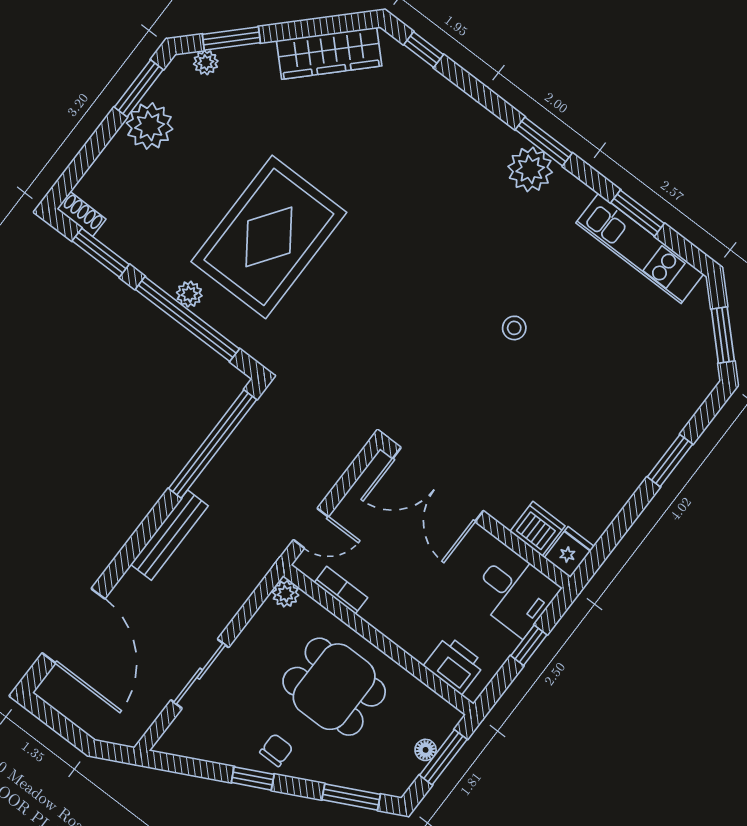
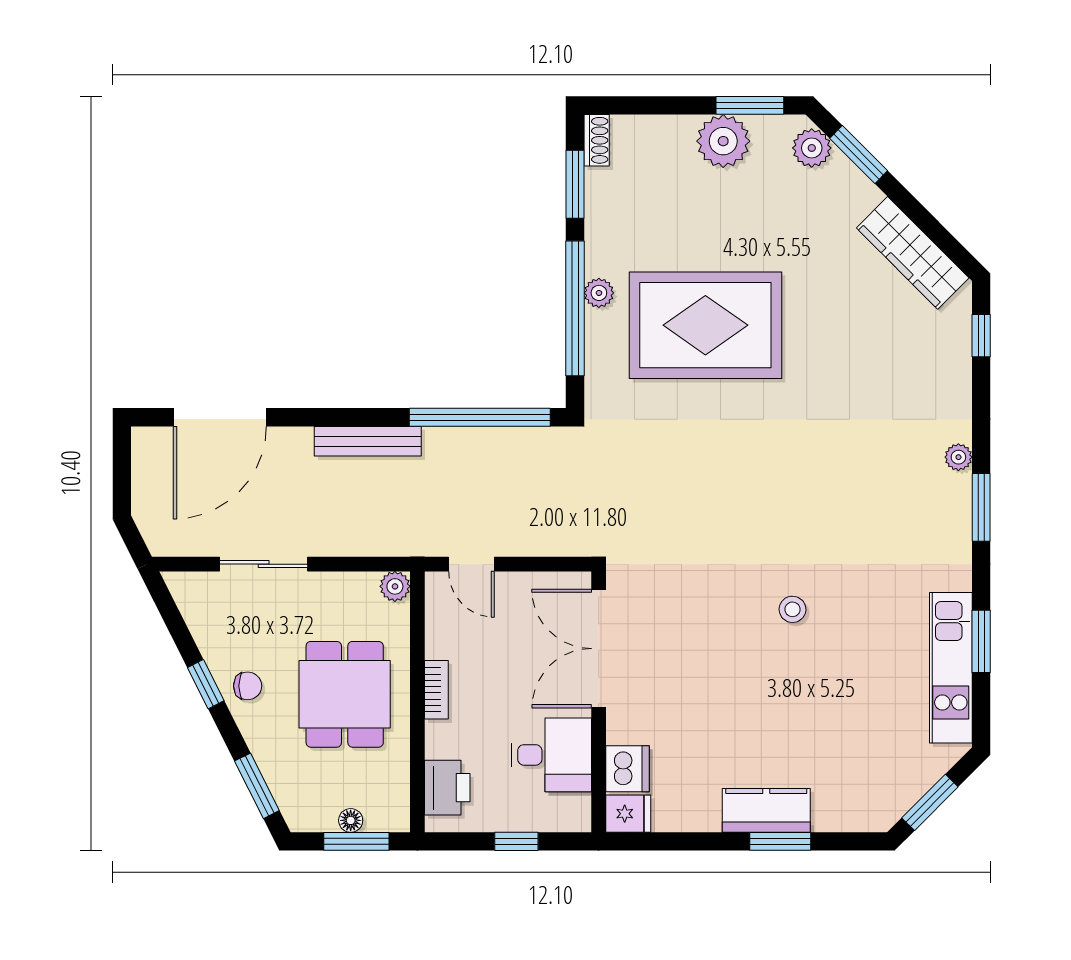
plant: (206, 62) -> (812, 148), width x1.38, depth x1.38
plant: (530, 169) -> (958, 457), moved, width x0.53, depth x0.53
kitchen counter: (641, 454) -> (766, 810), added
bookcase: (341, 590) -> (436, 690), moved
desk: (515, 592) -> (551, 755), moved, turned -90

